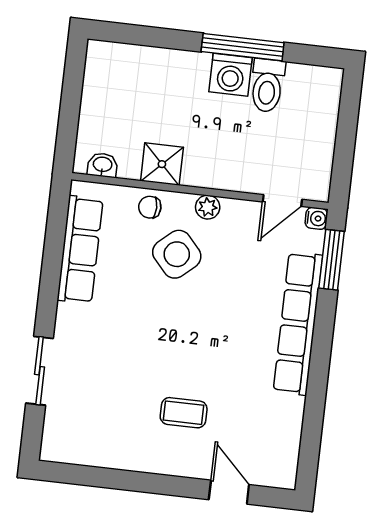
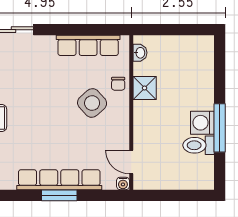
chair: (150, 207) -> (118, 84), turned 180
plant: (208, 207) -> (122, 118), removed
window: (332, 260) -> (59, 195), moved

